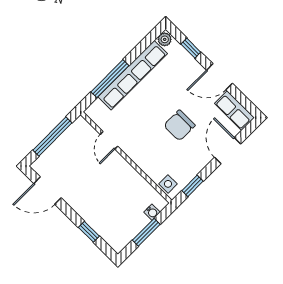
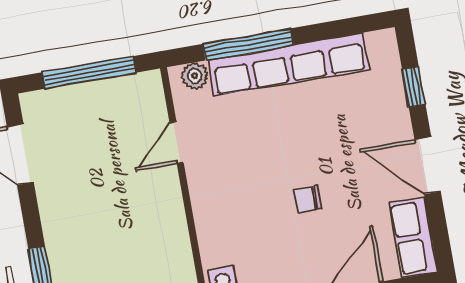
plant: (165, 39) -> (195, 76), moved
chair: (179, 125) -> (307, 199), width x0.54, depth x0.54

